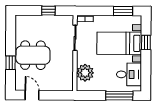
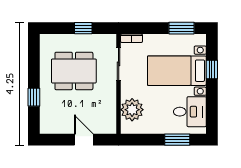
dining table: (33, 55) -> (74, 71), moved
door: (32, 95) -> (84, 140), moved
window: (119, 96) -> (177, 140), width x0.69

